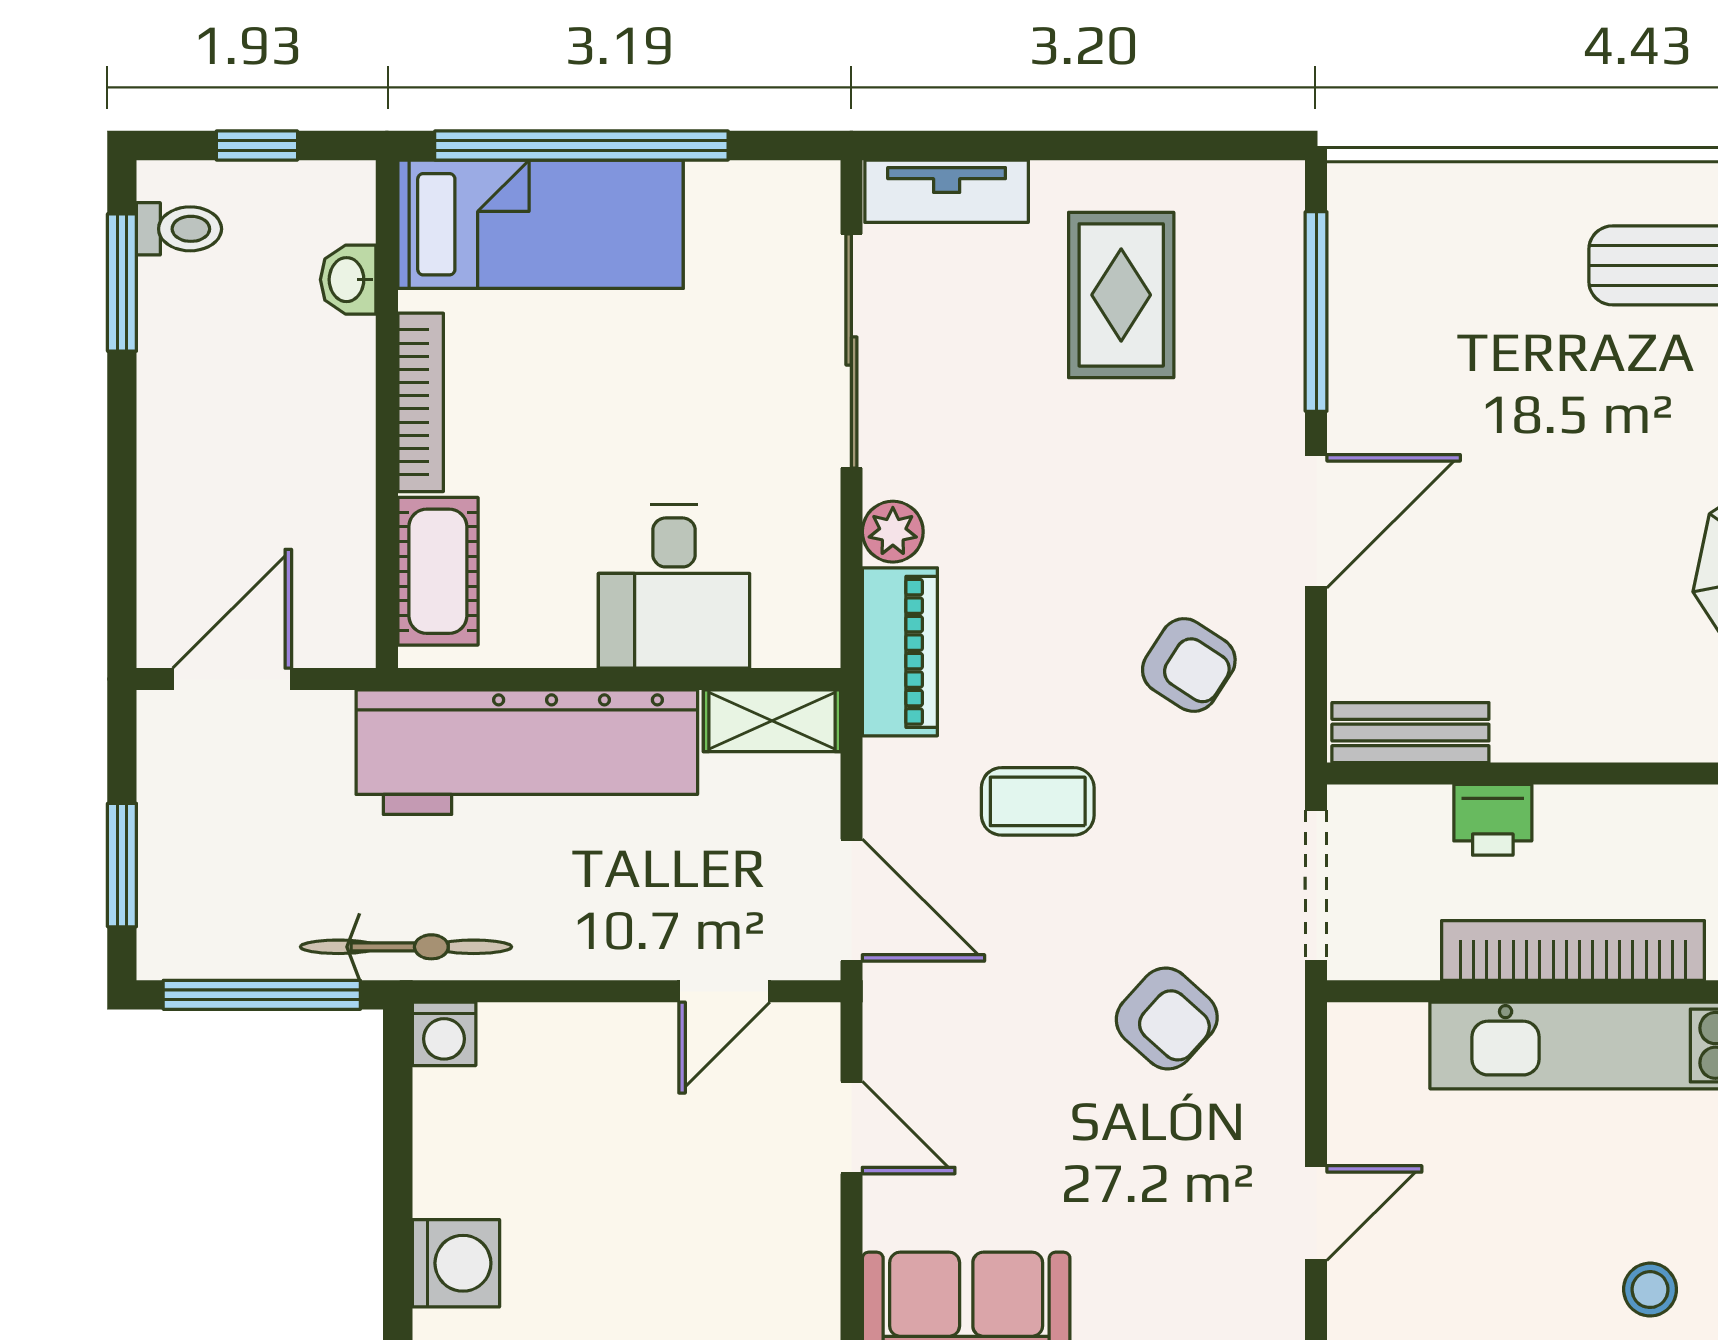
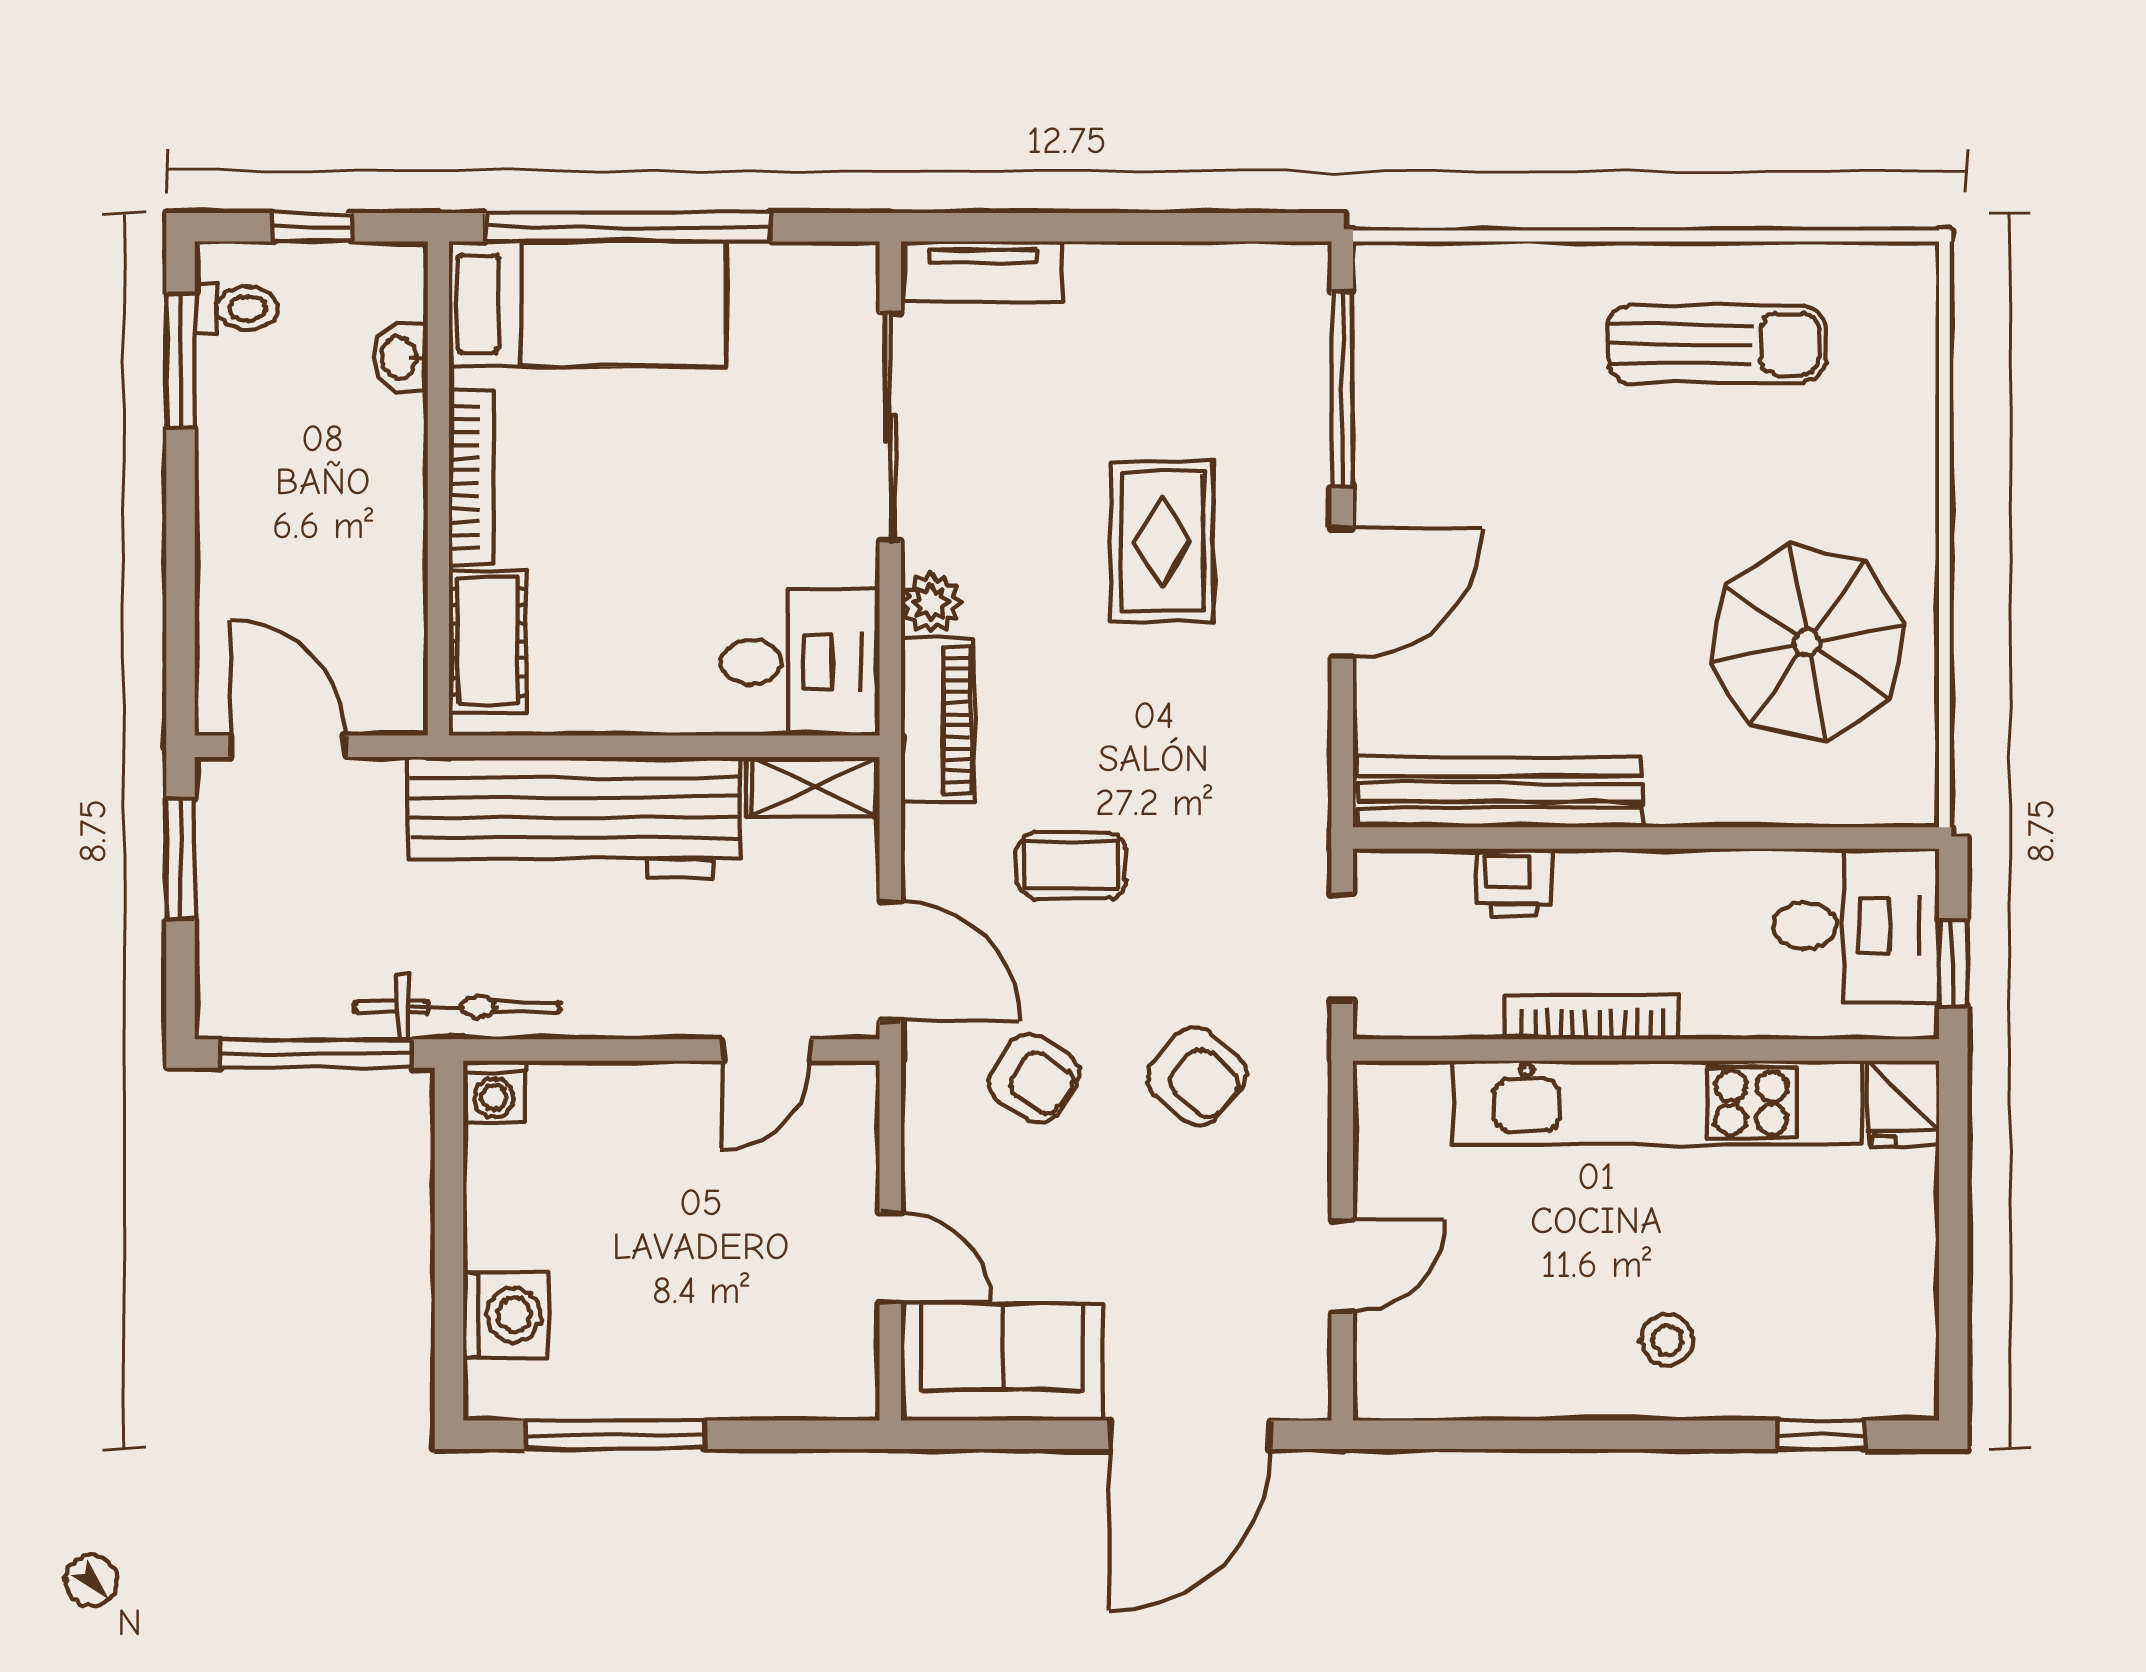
rug: (1121, 295) -> (1162, 542), moved
desk: (674, 587) -> (800, 662), moved, turned -90
armchair: (1189, 665) -> (1034, 1078), moved
door: (232, 679) -> (288, 746), hinge flipped
bench: (1410, 733) -> (1500, 792), width x1.86, depth x1.21
window: (122, 865) -> (181, 859), moved
doorway: (1316, 886) -> (1342, 947), width x0.73
bookcase: (1573, 950) -> (1592, 1017), width x0.68, depth x0.76
door: (851, 1128) -> (890, 1258), moved

